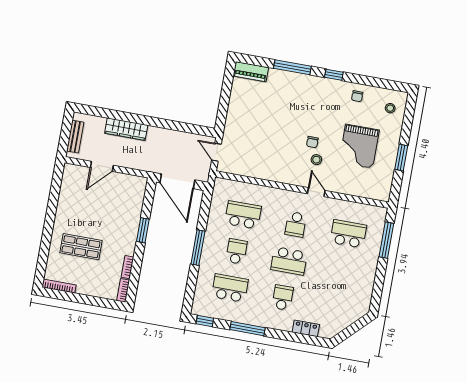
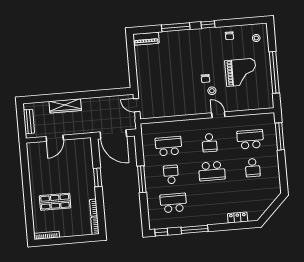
grand piano: (359, 146) -> (241, 72), turned -90
window: (401, 157) -> (274, 72), width x2.11
school desk: (283, 298) -> (253, 168), moved, turned 180

